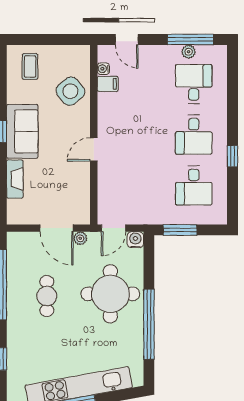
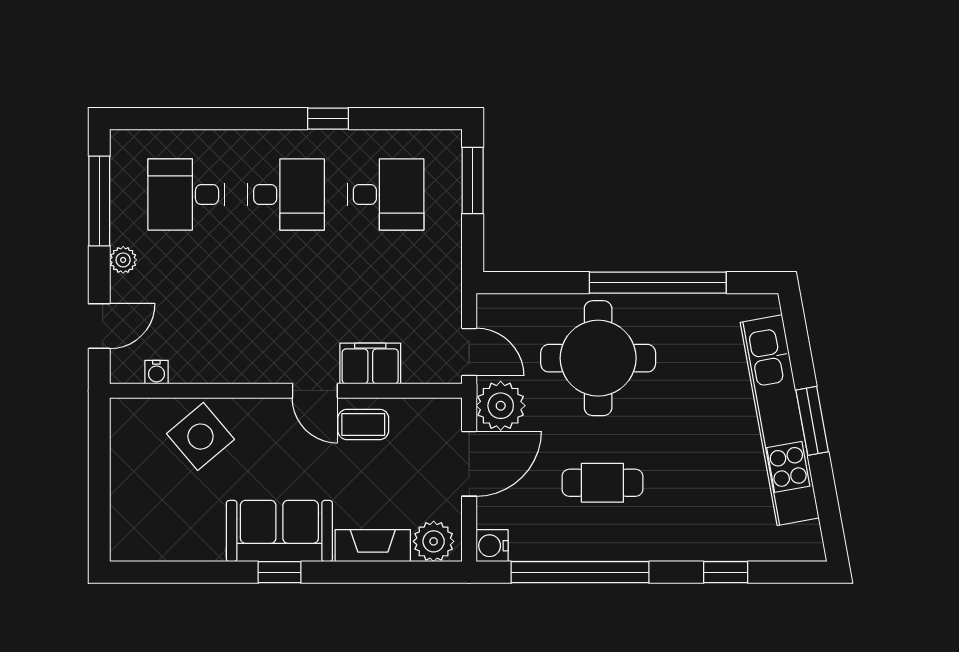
plant: (189, 52) -> (123, 260), moved
coffee table: (30, 66) -> (363, 424), moved
filing cabinet: (108, 84) -> (370, 363), moved, width x2.00
plant: (17, 210) -> (434, 541), added
window: (180, 230) -> (473, 180), moved
plant: (80, 238) -> (501, 406), width x1.87, depth x1.87
water cooler: (135, 240) -> (492, 546), moved

